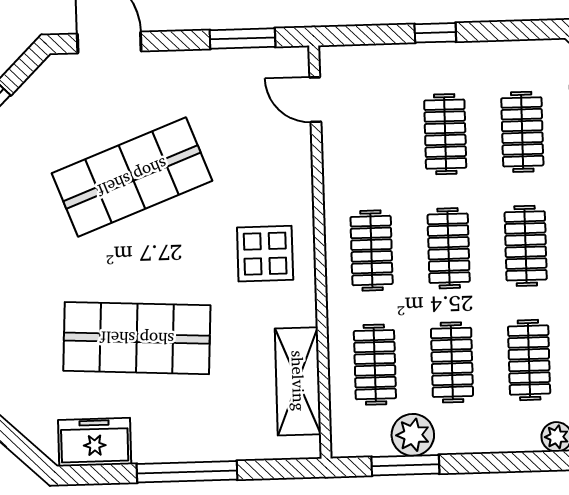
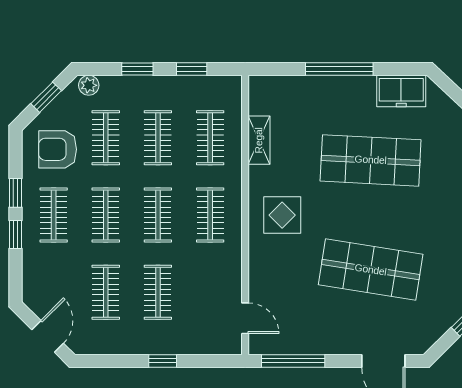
window: (242, 39) -> (293, 361), width x1.44
shop shelf: (132, 177) -> (371, 270), turned 30
shelving: (298, 381) -> (259, 140), width x0.67, depth x0.75
plant: (413, 435) -> (186, 89), removed
window: (485, 463) -> (137, 69), added
window: (405, 465) -> (192, 69), width x0.67

